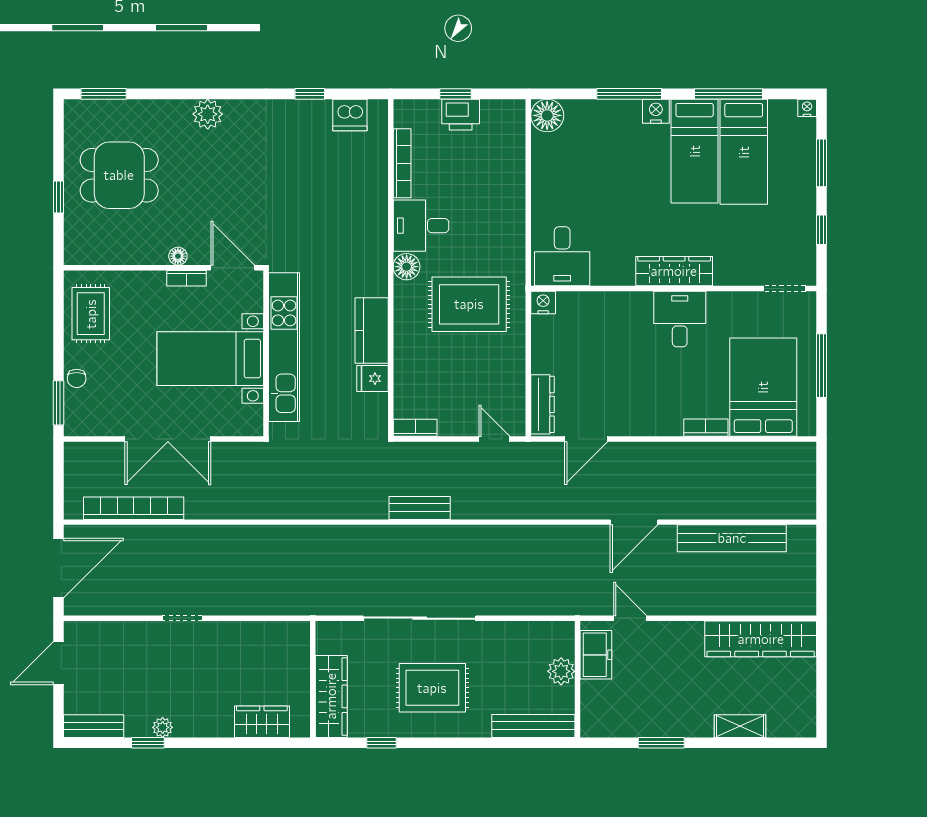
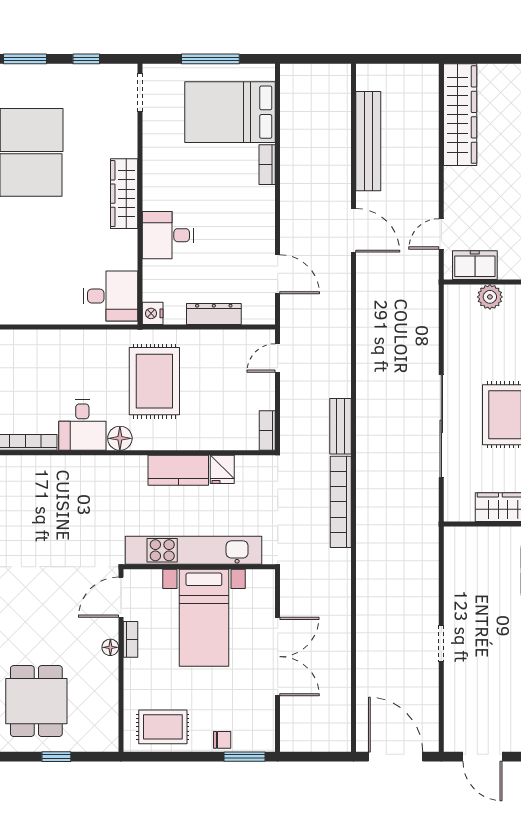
desk: (680, 319) -> (168, 235), moved
dresser: (542, 404) -> (214, 314), moved
bookcase: (134, 508) -> (341, 502), moved

